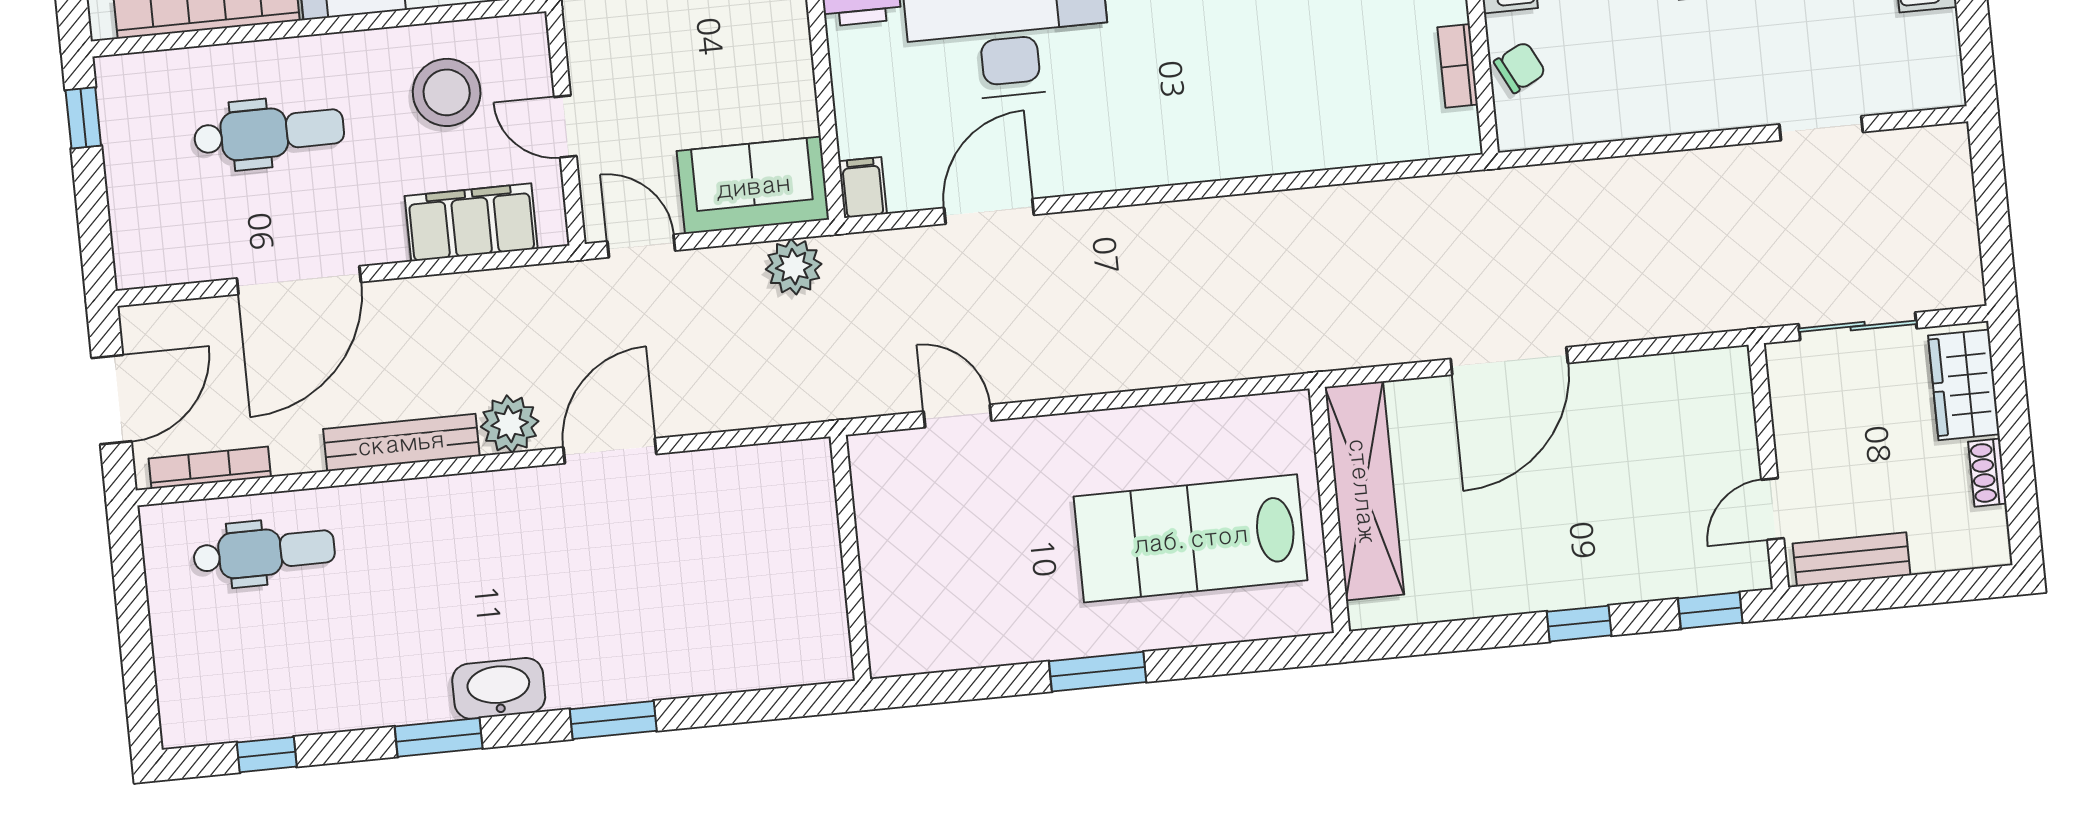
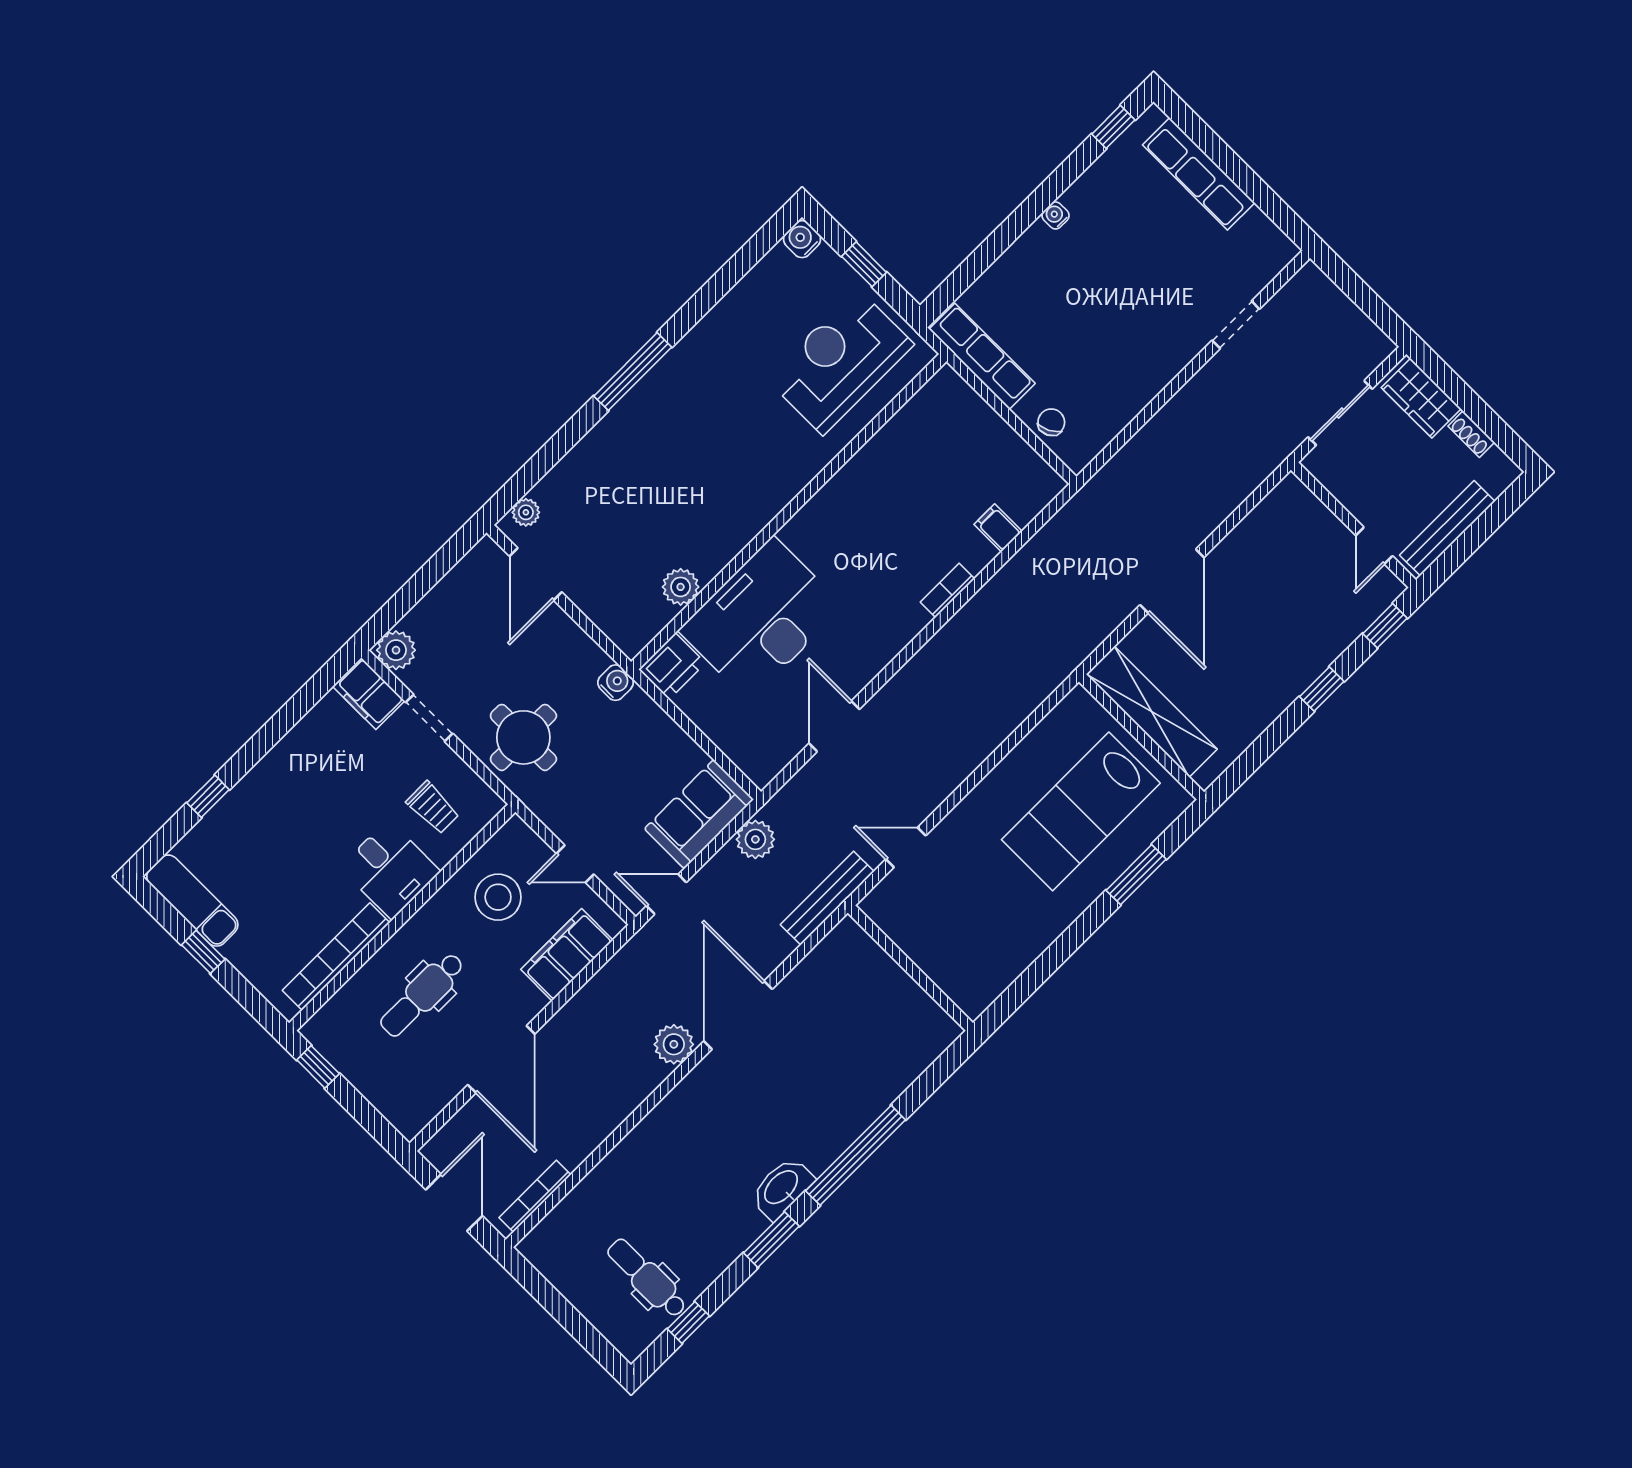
bookcase: (1458, 66) -> (947, 590), moved, turned 90
dental chair: (269, 133) -> (422, 995), turned 180
filing cabinet: (863, 188) -> (998, 528), moved
bench: (401, 442) -> (827, 898), moved
door: (610, 451) -> (738, 1015), width x1.36
dental chair: (264, 553) -> (647, 1278), moved, turned -90
bench: (1852, 559) -> (1447, 528), width x1.36
window: (1098, 672) -> (1136, 875), moved
window: (613, 720) -> (856, 1155), width x2.11

